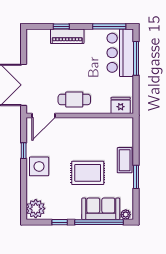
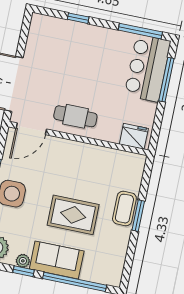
piano: (67, 36) -> (83, 33), removed
window: (136, 177) -> (138, 216), moved
sofa: (101, 209) -> (57, 260), moved
plant: (126, 215) -> (23, 261), moved

